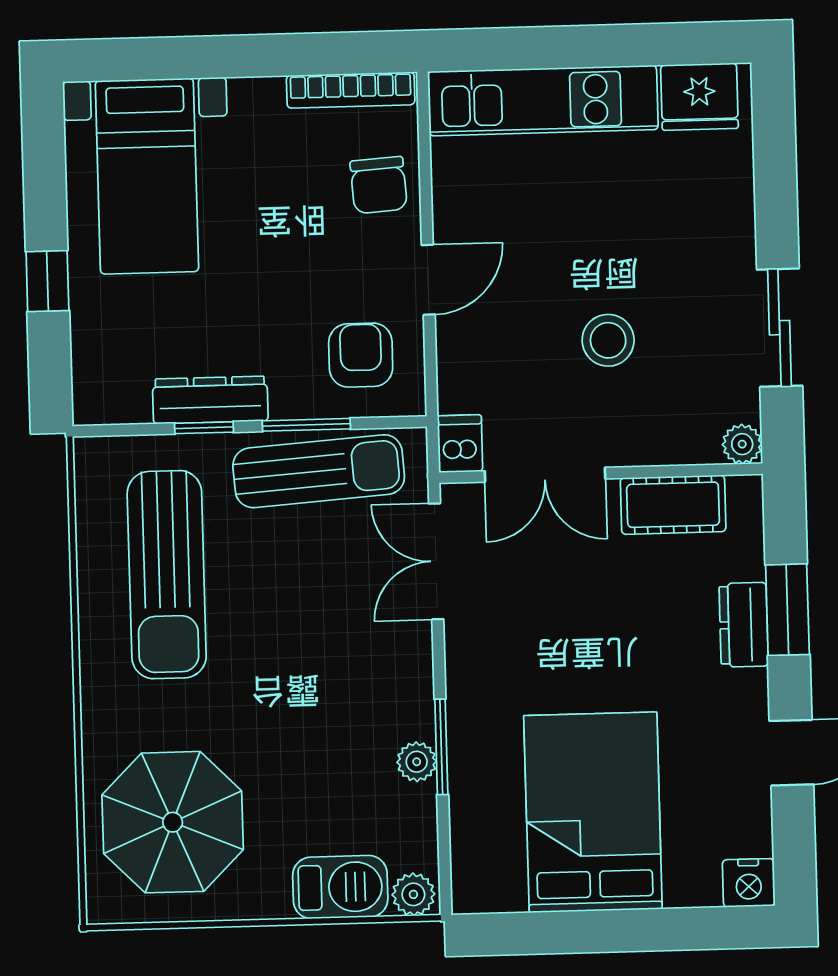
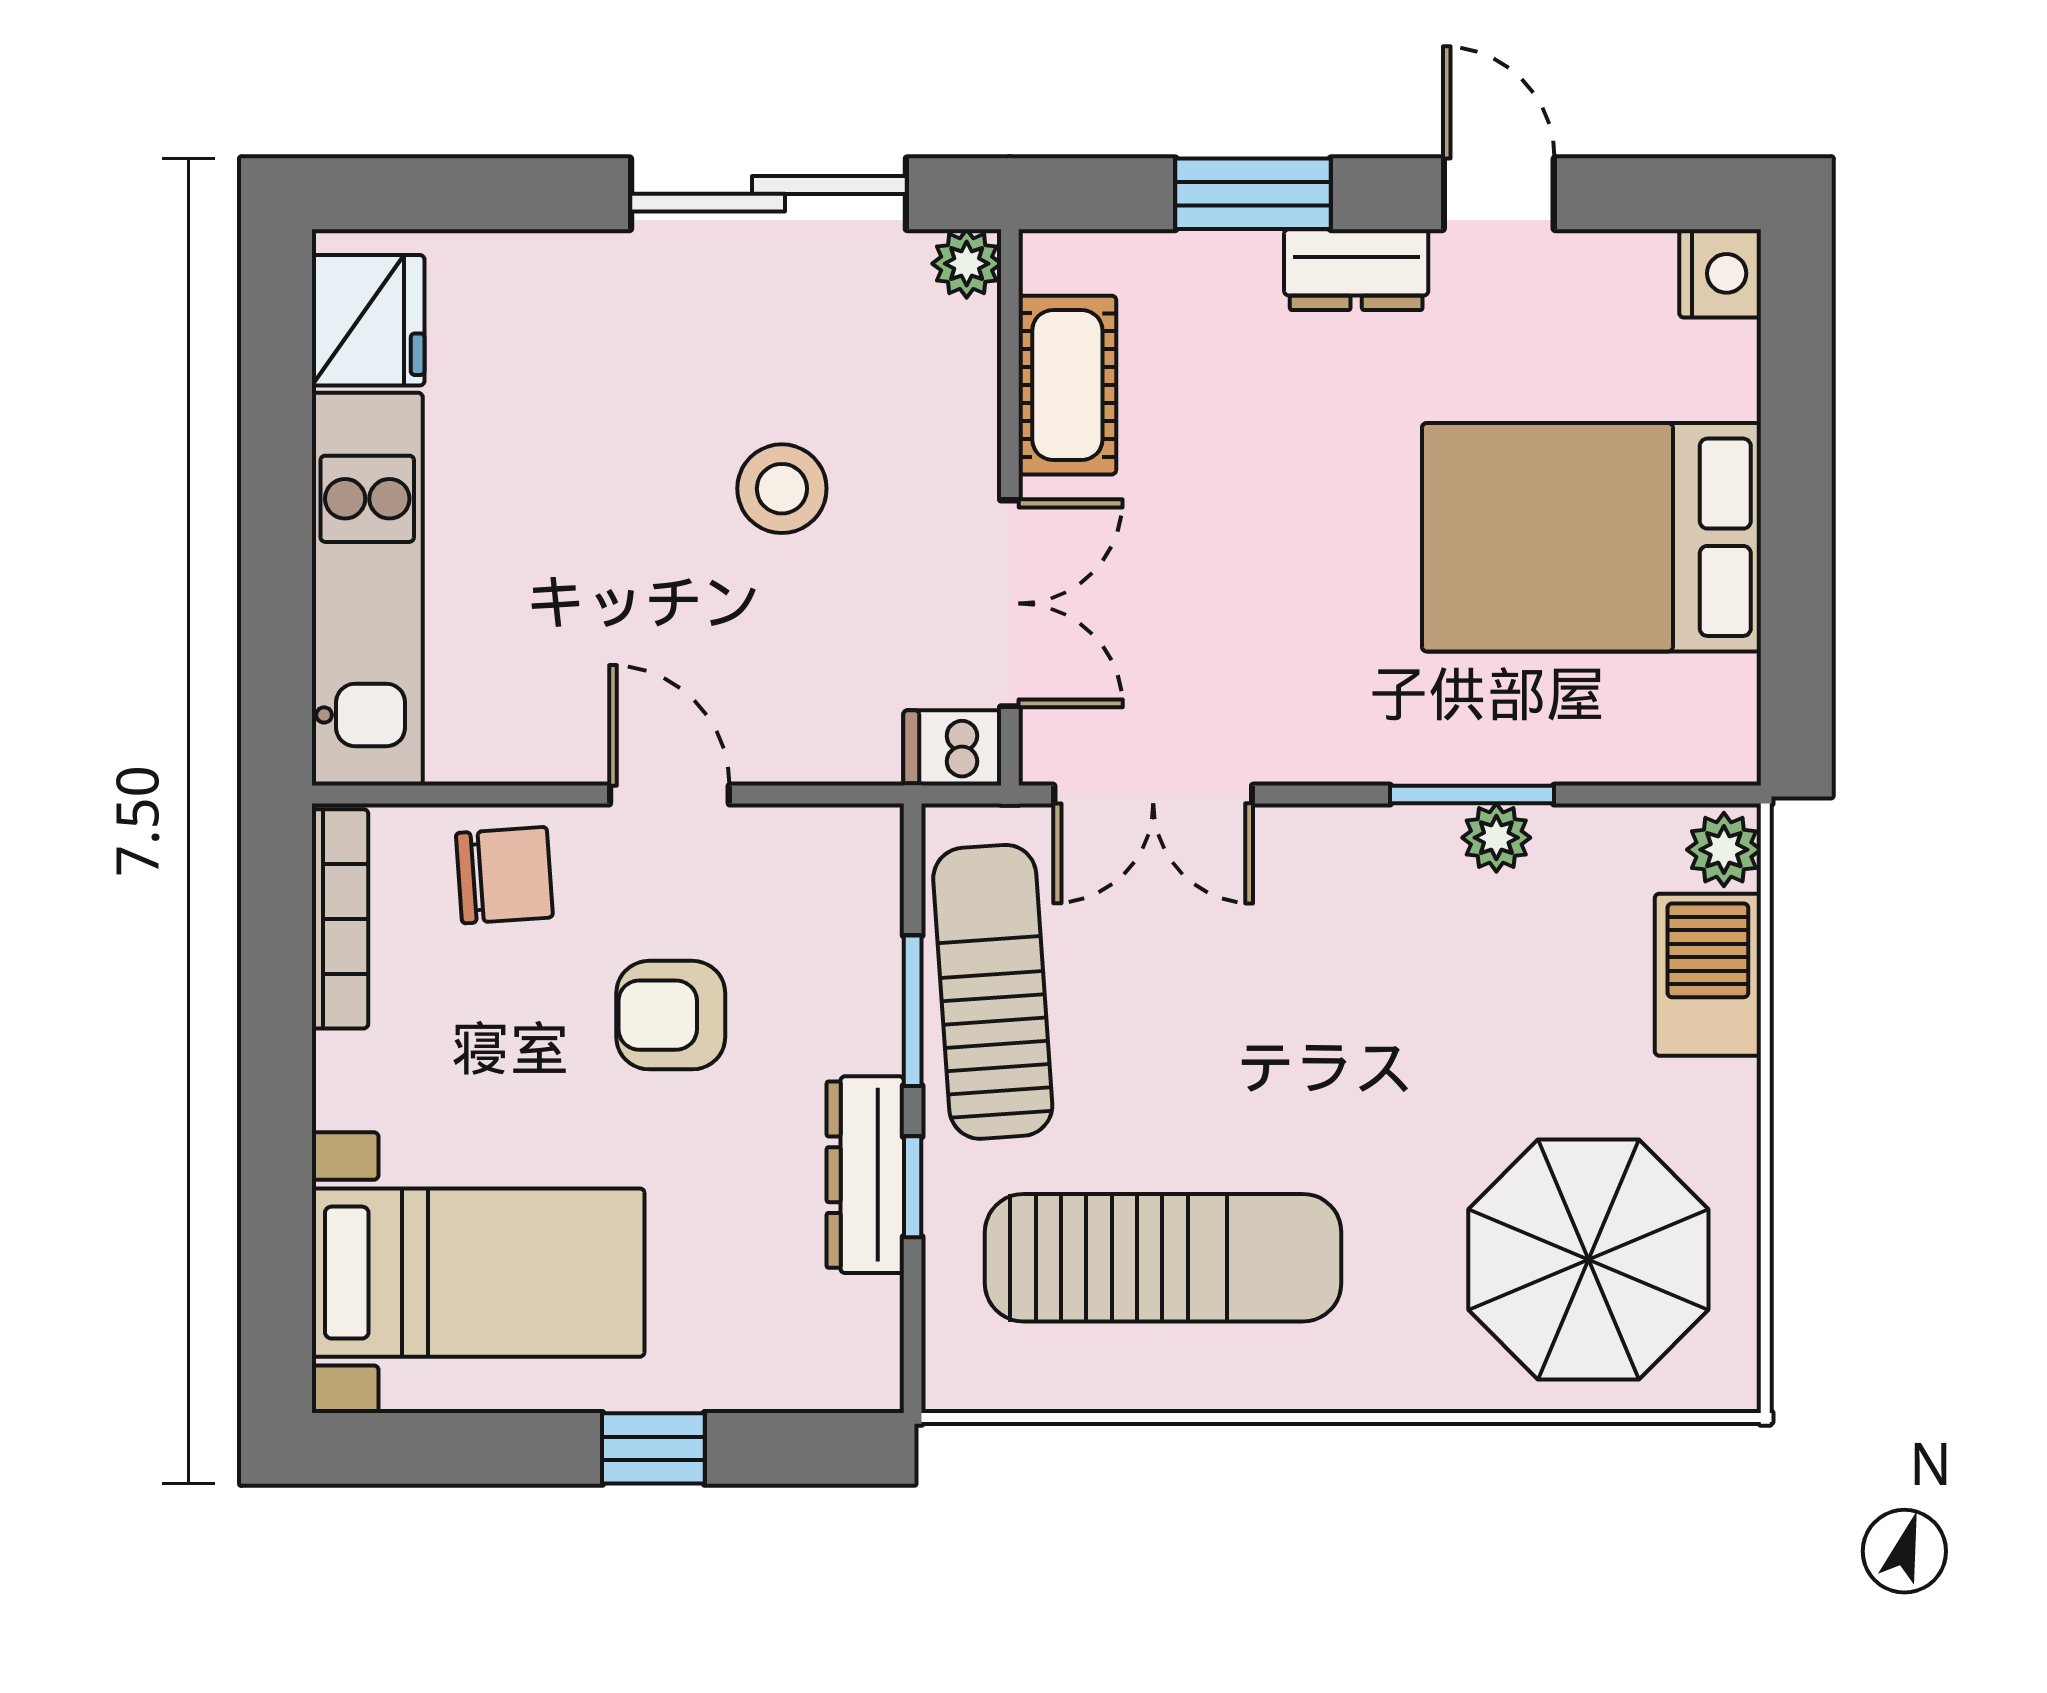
sliding door: (780, 328) -> (768, 194), width x1.37
armchair: (361, 355) -> (671, 1015), moved
dresser: (744, 625) -> (1356, 270), moved

